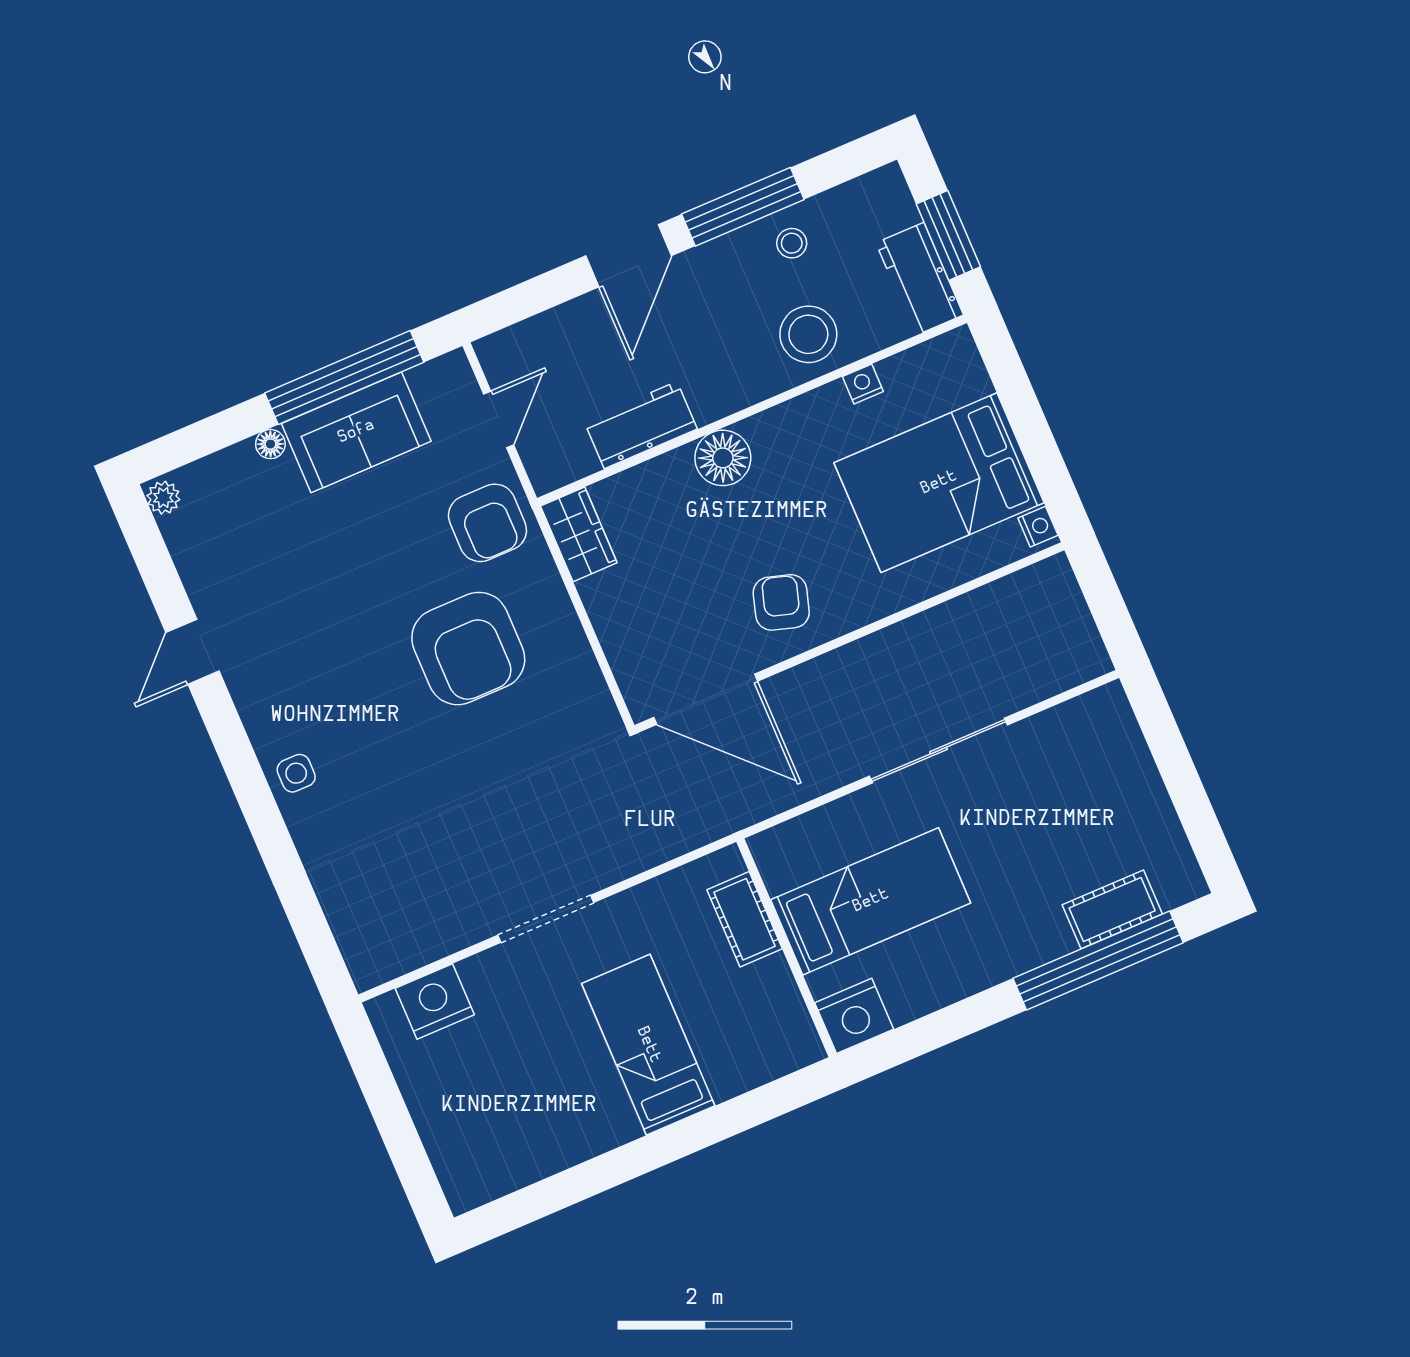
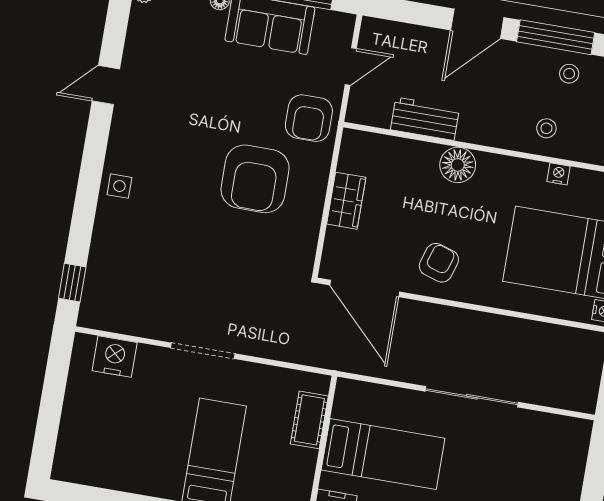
stool: (808, 334) -> (546, 128), width x0.53, depth x0.53
wardrobe: (579, 534) -> (346, 201), moved
window: (316, 940) -> (72, 283), added

